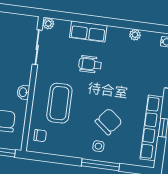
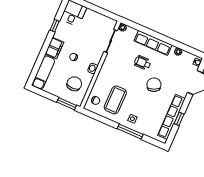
row of seats: (88, 31) -> (153, 43), width x1.48
coffee table: (59, 103) -> (115, 100), moved
chair: (109, 122) -> (154, 85), moved, turned -61

